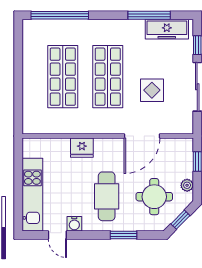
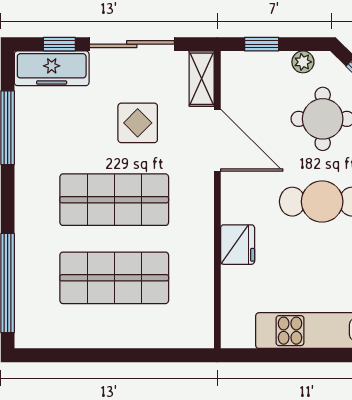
freezer: (167, 29) -> (52, 68), moved, turned 90
shelving: (177, 127) -> (202, 79), added

